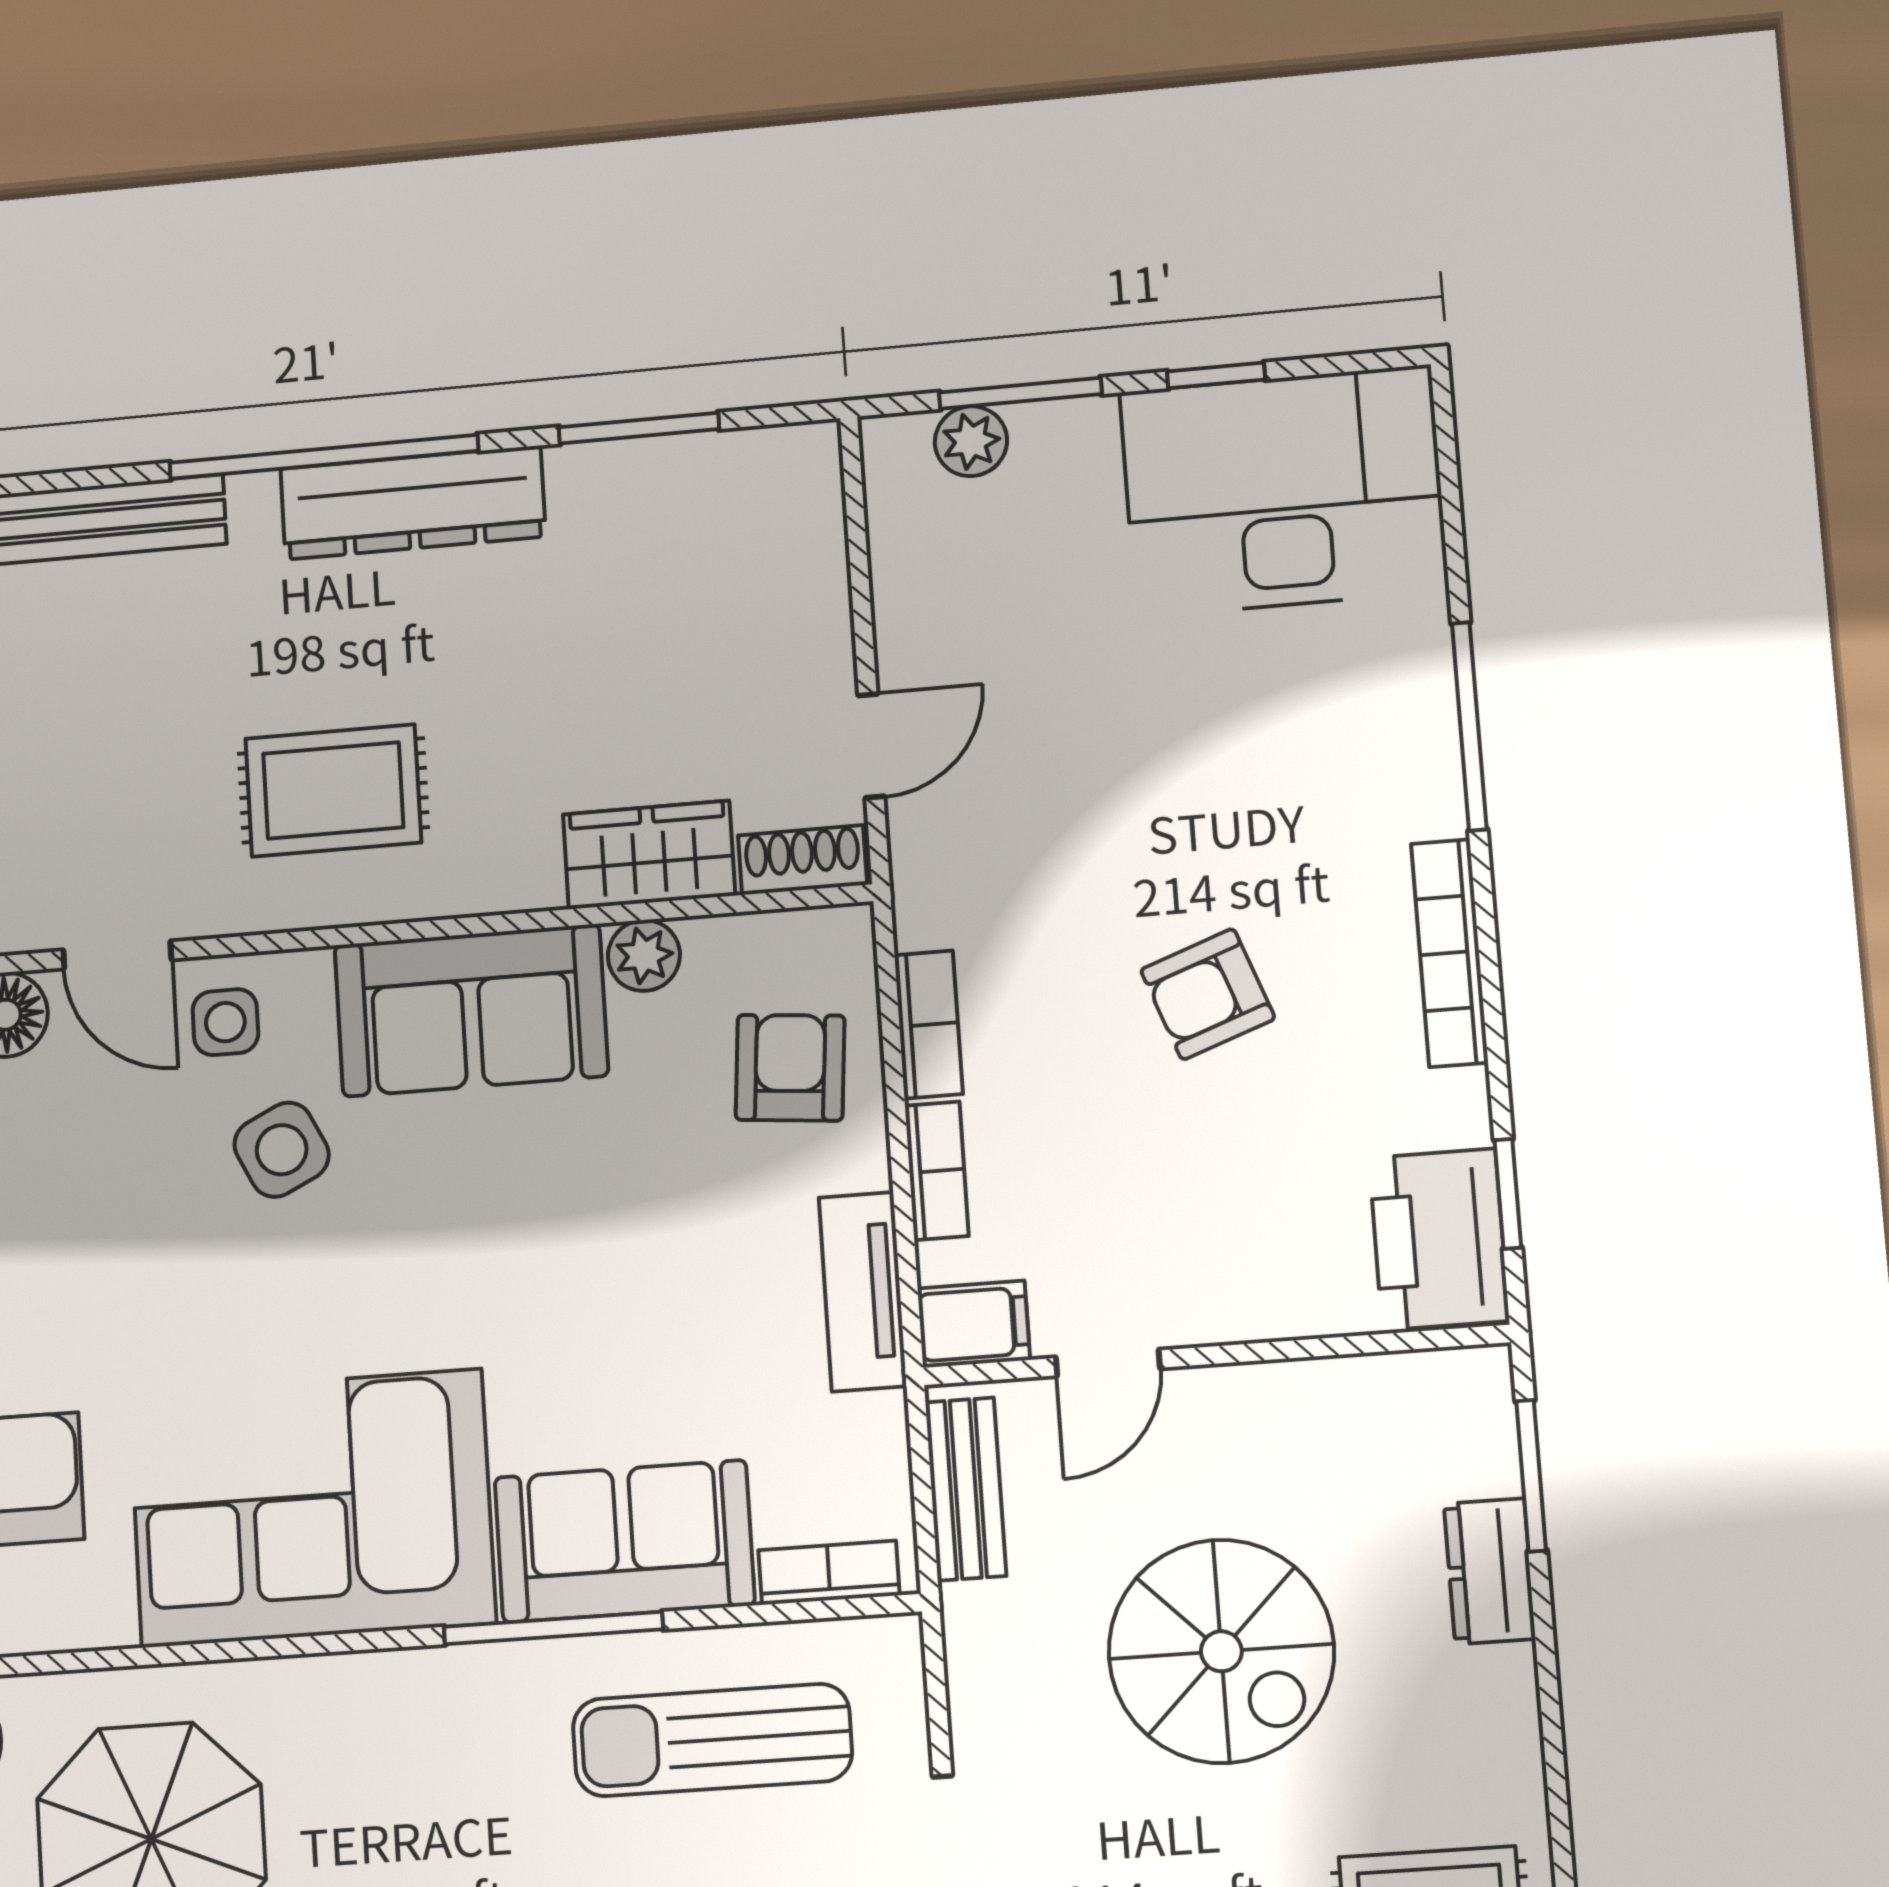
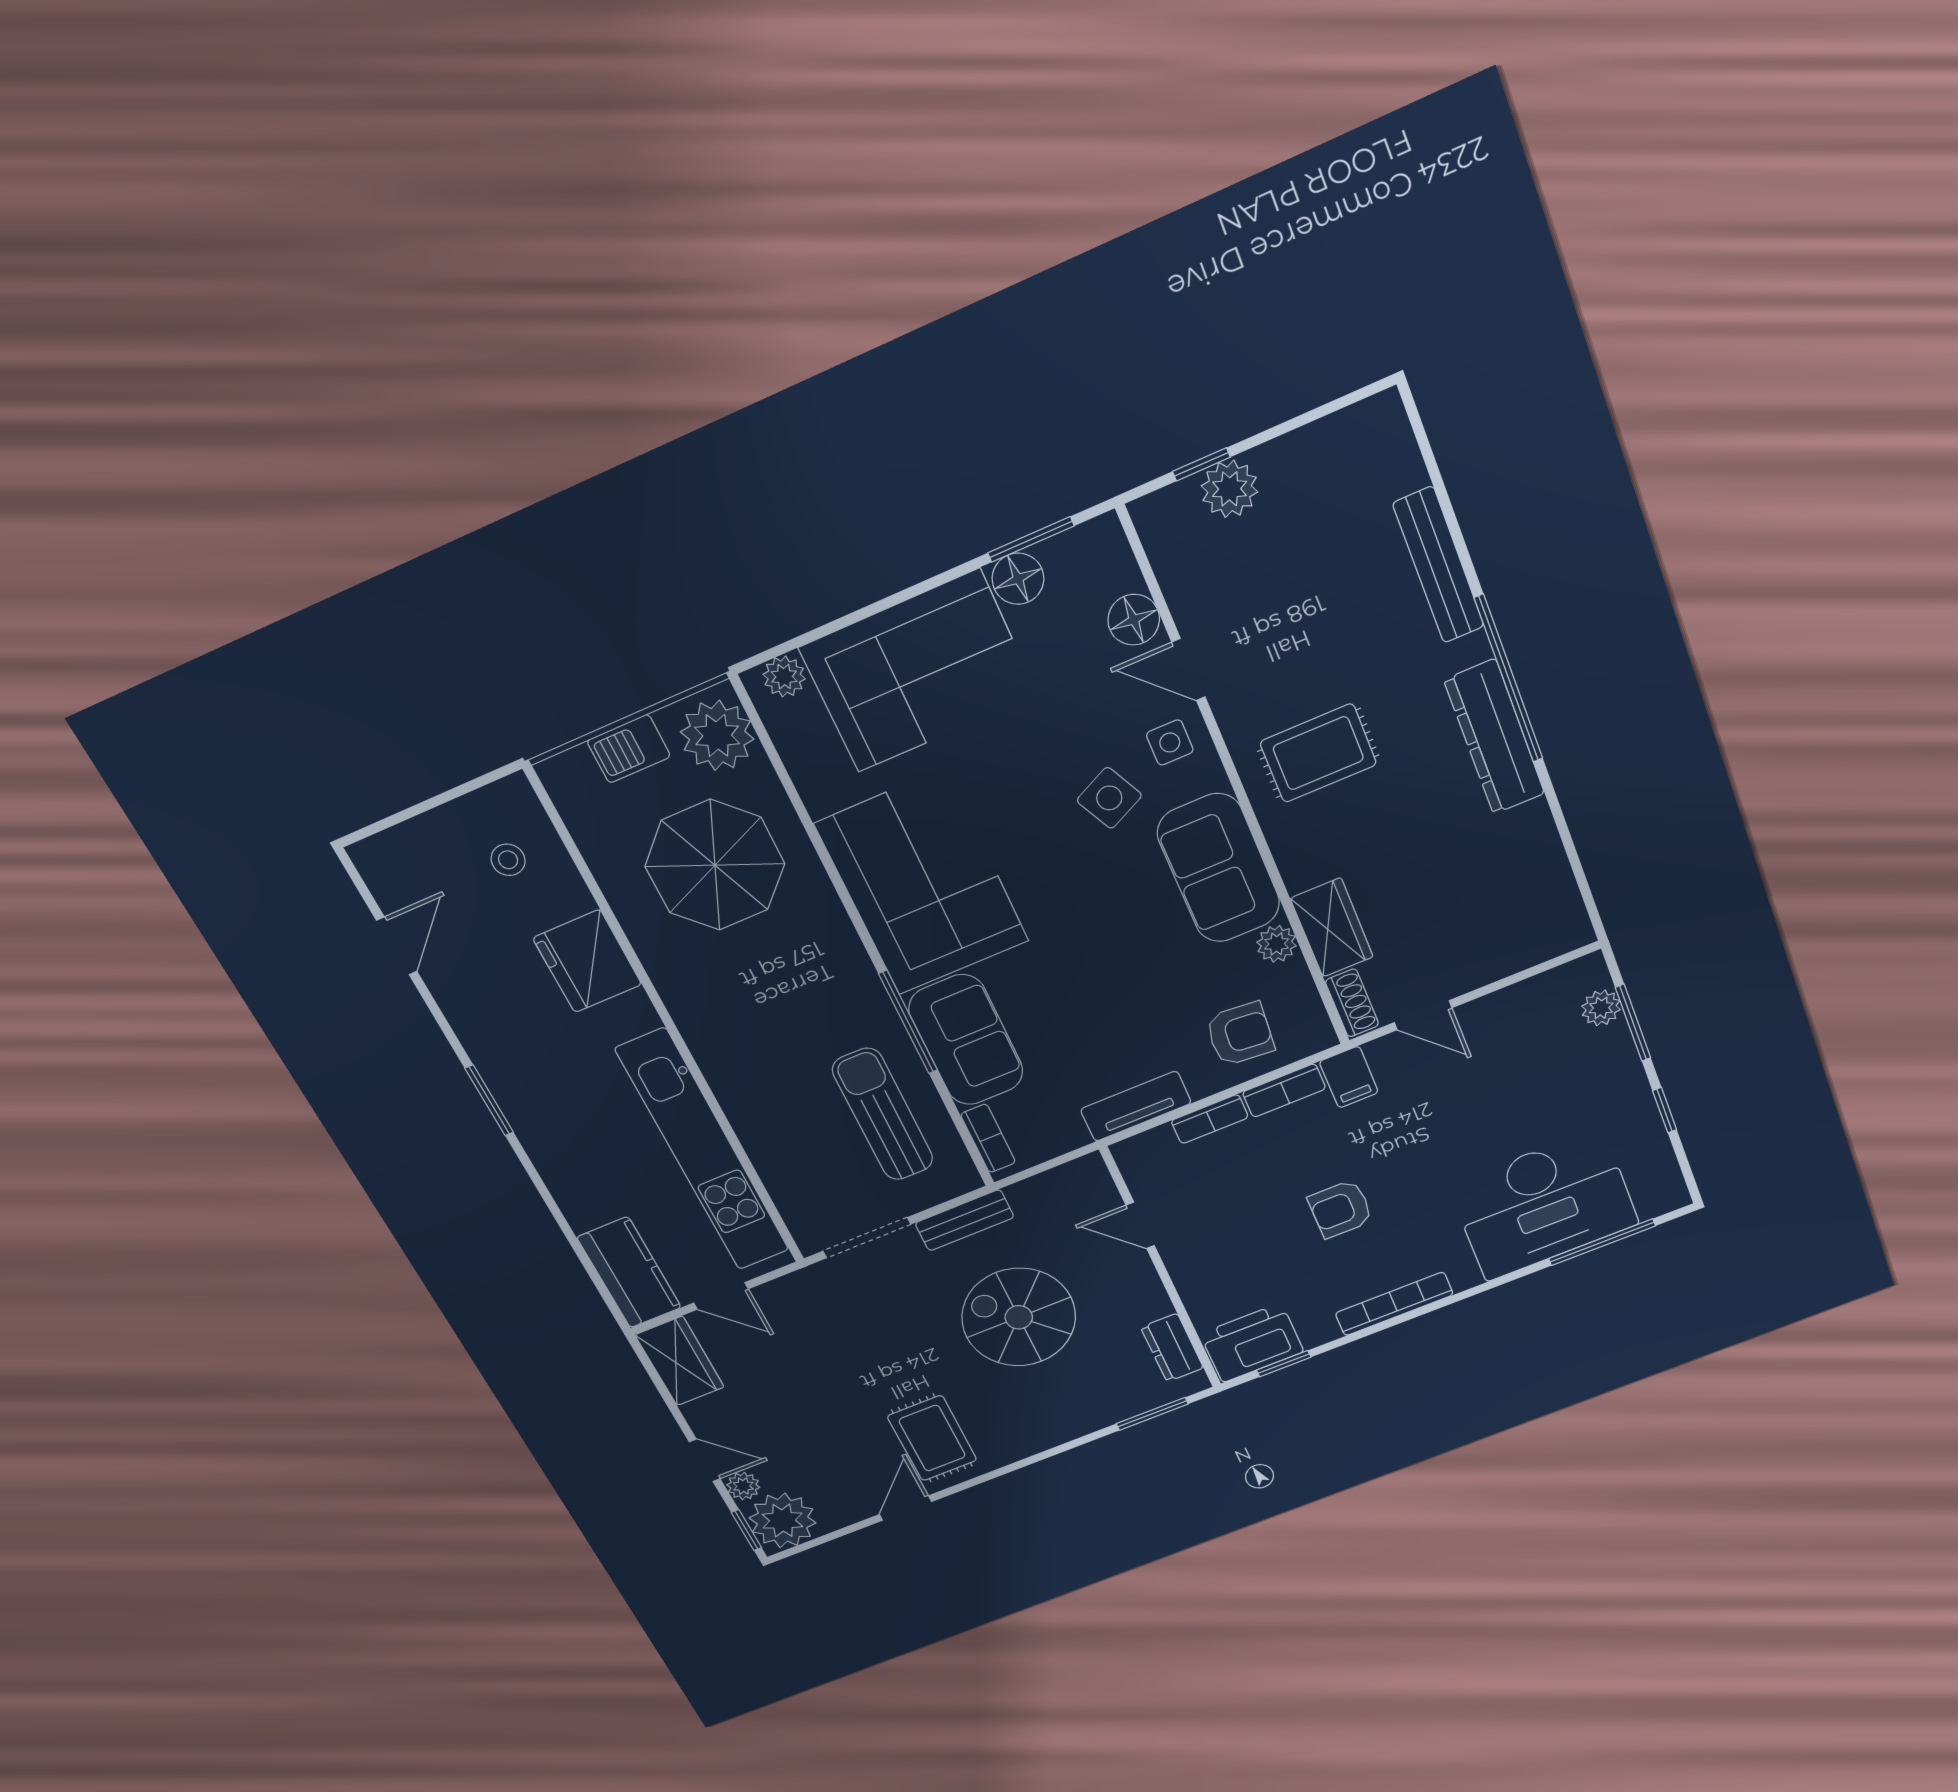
window: (639, 428) -> (1567, 841), removed
desk: (1284, 491) -> (1544, 1205), moved, turned 90
window: (1469, 726) -> (1602, 1242), moved
rug: (333, 791) -> (1318, 753), turned 90
door: (117, 955) -> (1188, 670), hinge flipped
armchair: (1208, 994) -> (1340, 1209), turned -70
filing cabinet: (974, 1324) -> (1349, 1077), moved
bench: (966, 1489) -> (964, 1220), moved
dresser: (1490, 1571) -> (1172, 1348), moved, turned -90
spiral stairs: (1221, 1651) -> (1019, 1317), turned 90

